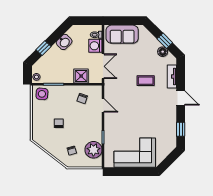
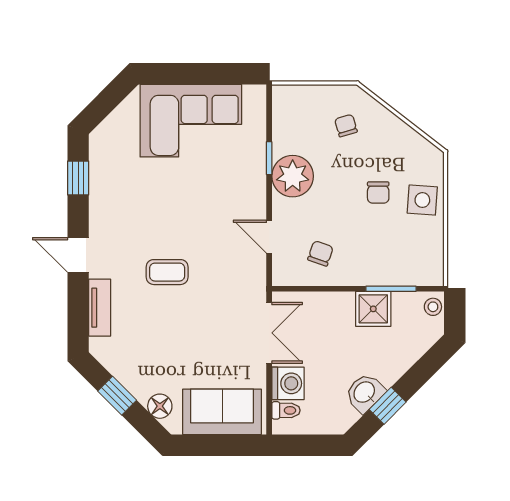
window: (43, 48) -> (388, 406), moved
floor lamp: (163, 52) -> (160, 406), moved
double door: (103, 66) -> (269, 333), swing flipped
shower: (81, 76) -> (373, 309), moved
coffee table: (146, 81) -> (167, 272), moved
side table: (42, 94) -> (422, 200), moved
plant: (93, 150) -> (293, 176), moved

